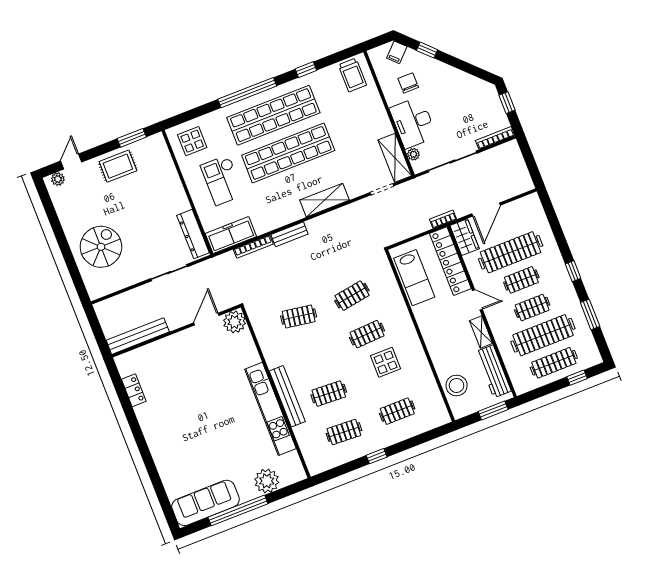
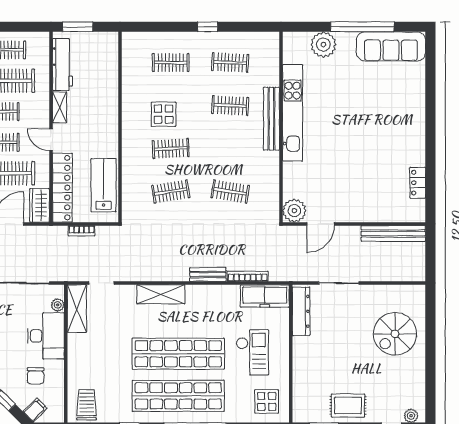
bookcase: (443, 219) -> (82, 231), moved
stool: (457, 385) -> (104, 65), removed

